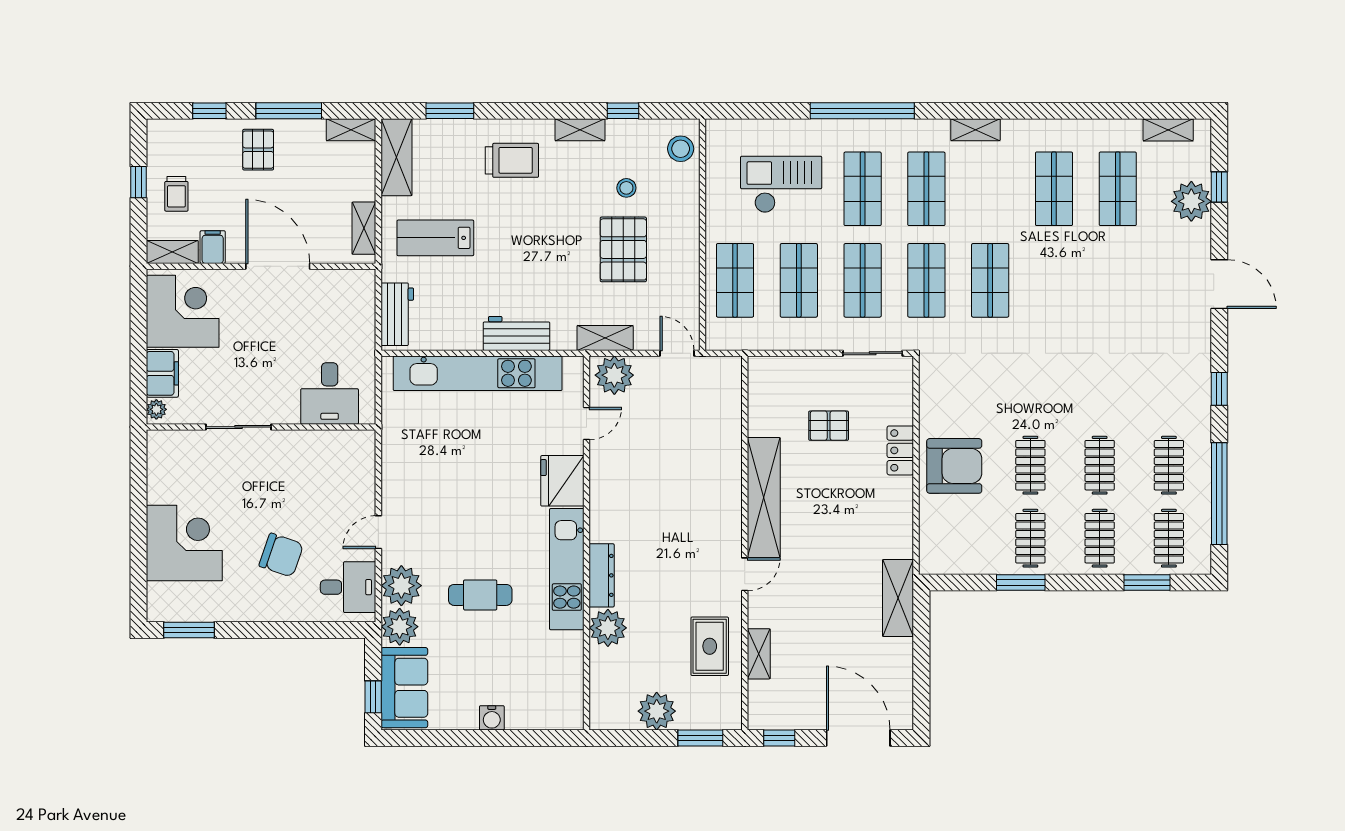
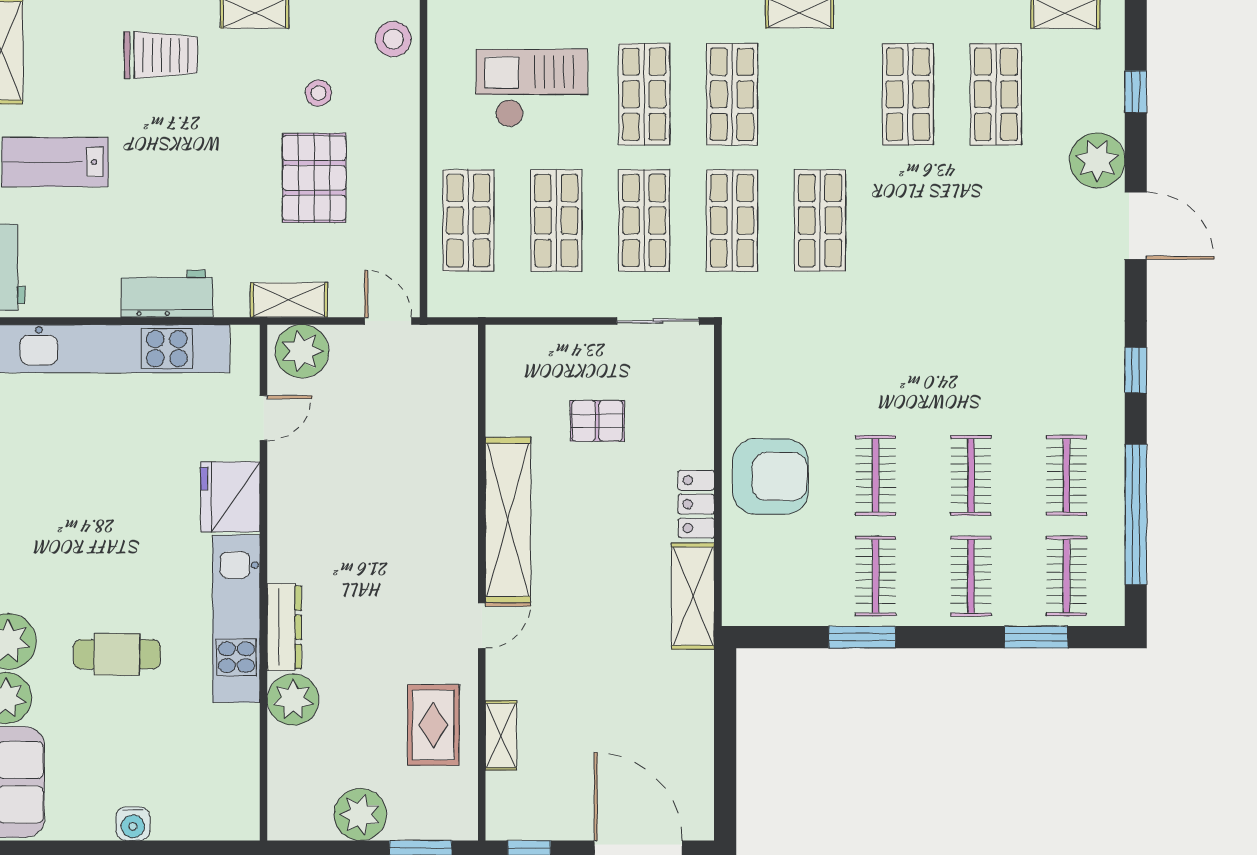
plant: (1191, 201) -> (1097, 160), moved
locker: (900, 450) -> (696, 504), moved
shelving: (898, 598) -> (693, 596), moved

